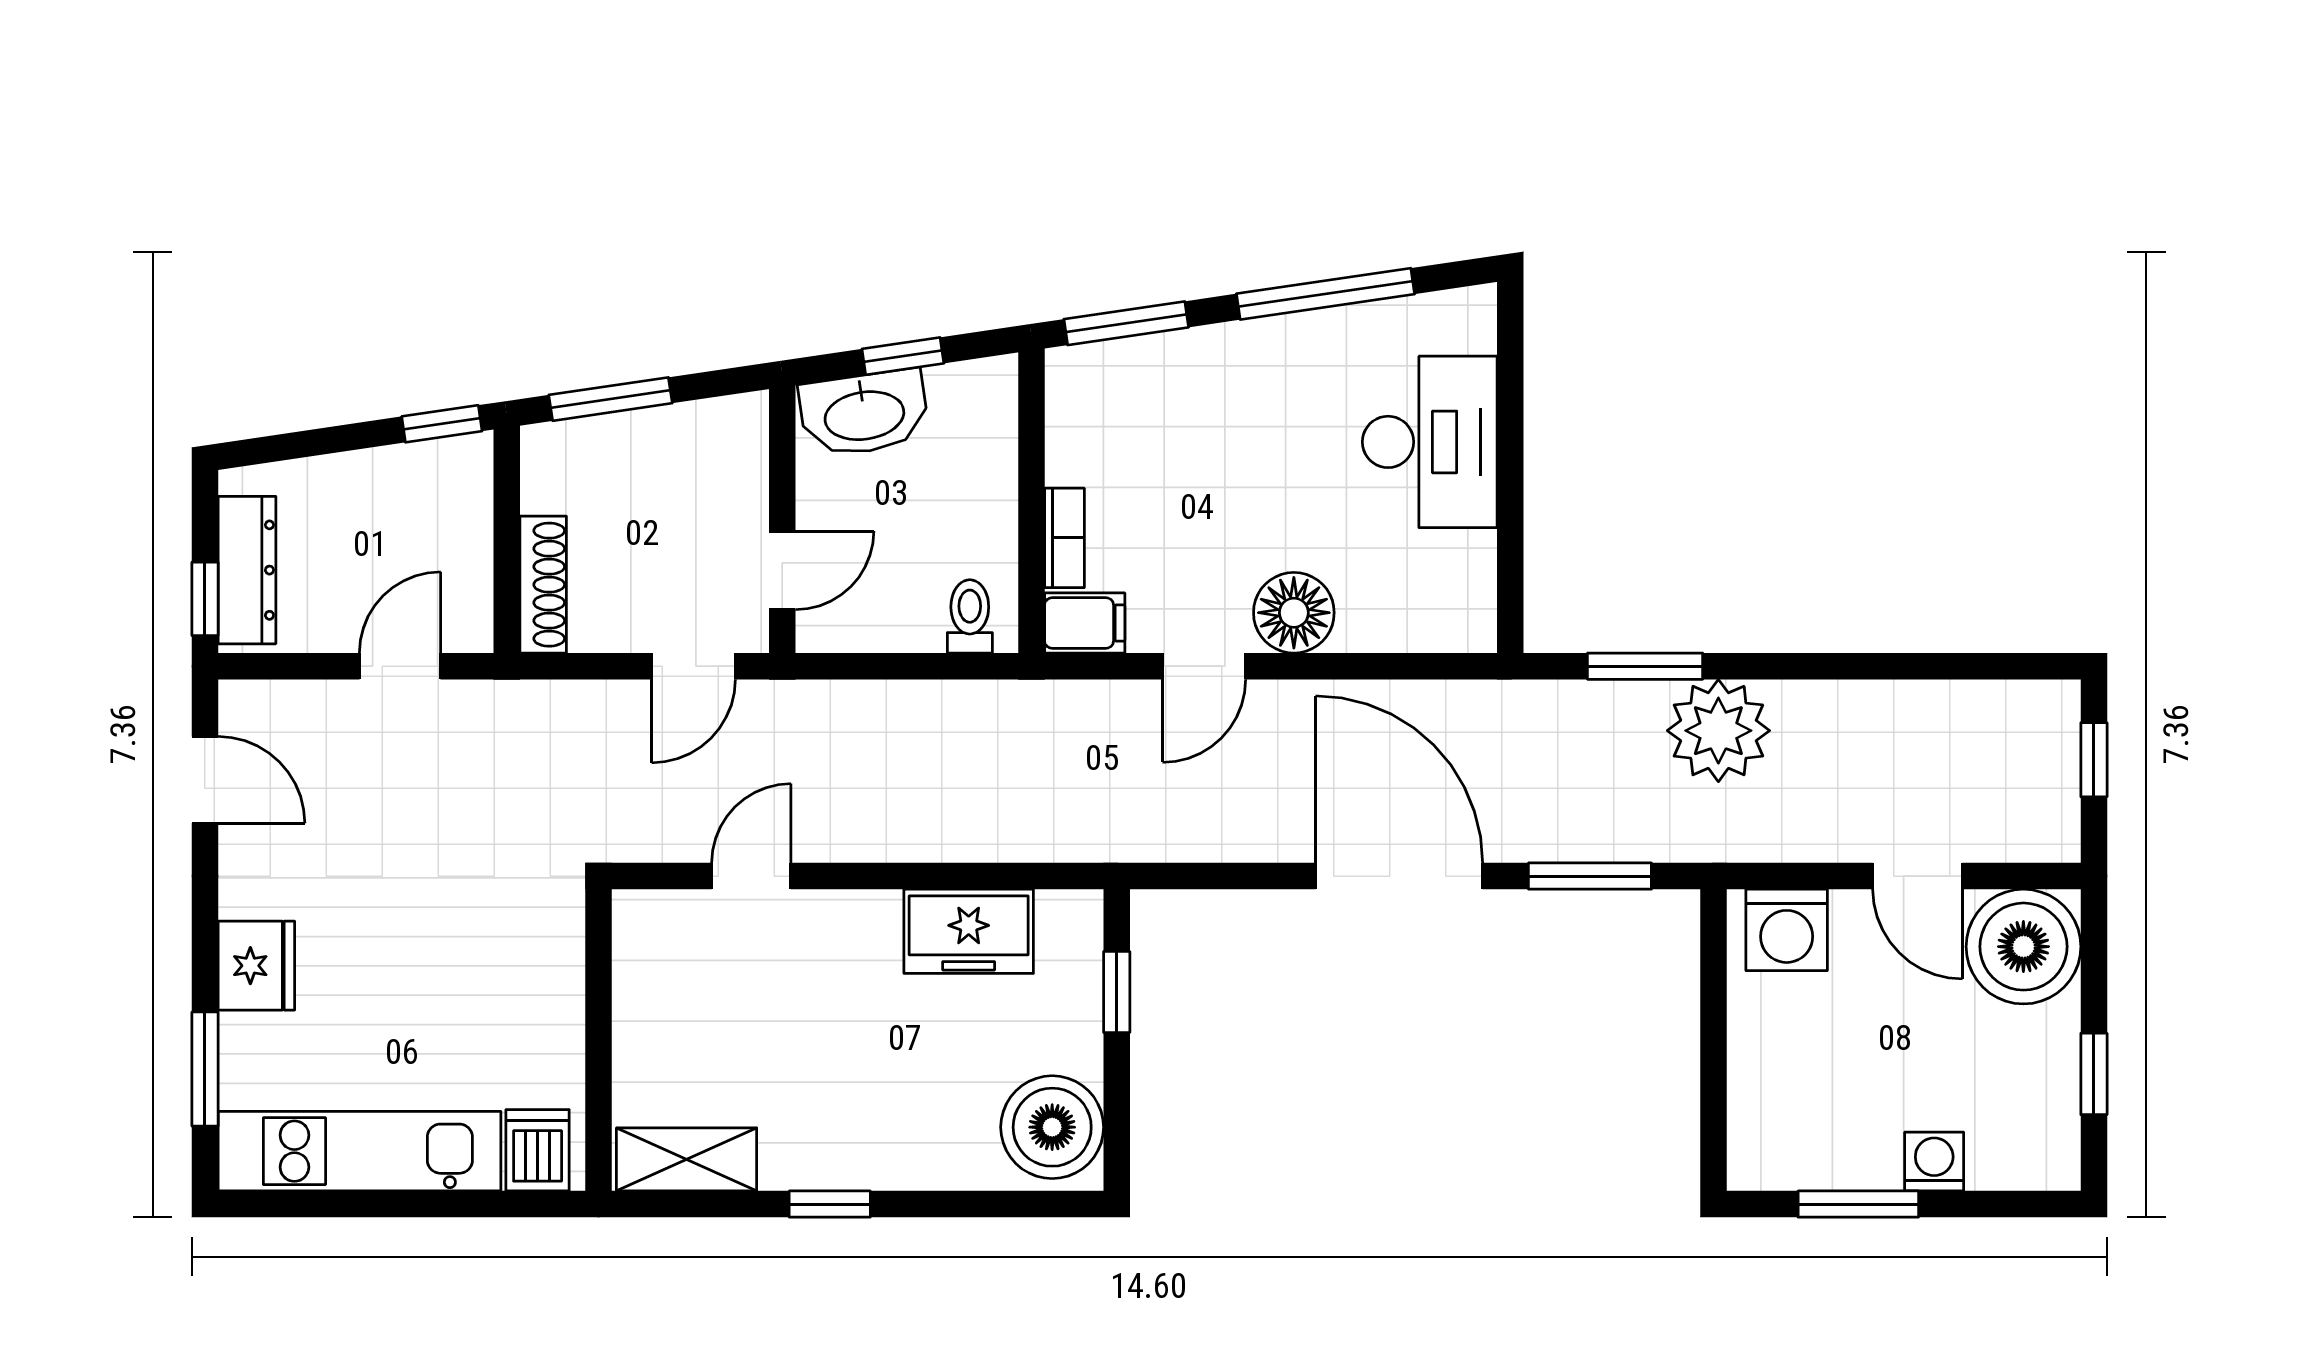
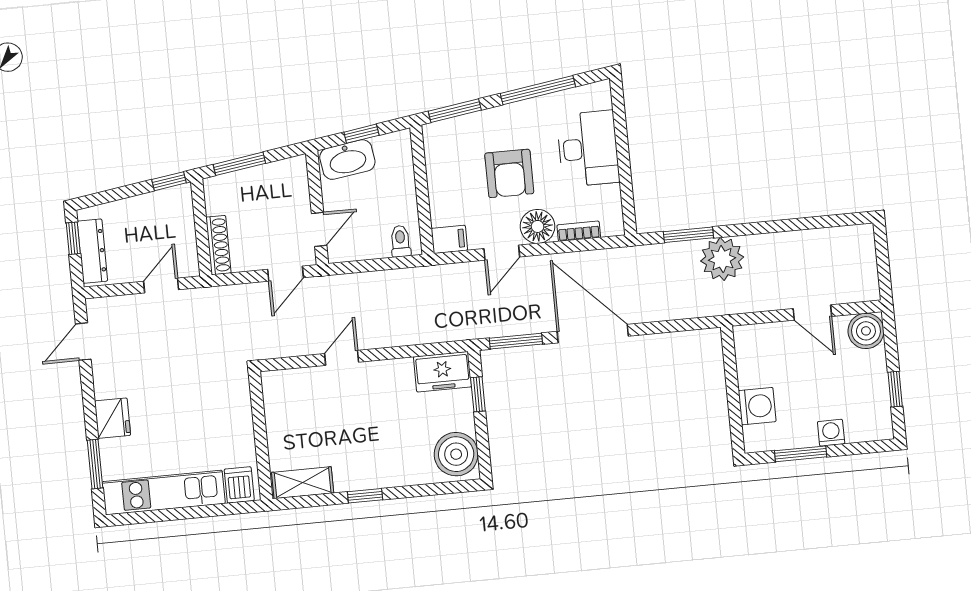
armchair: (1240, 482) -> (509, 173), added
bookcase: (1064, 538) -> (579, 231), moved, turned -90
window: (205, 599) -> (73, 238), moved
window: (2094, 760) -> (882, 256), removed
door: (205, 780) -> (83, 342), swing flipped
door: (751, 876) -> (342, 358), moved
window: (1590, 876) -> (516, 341), moved
washing machine: (1787, 930) -> (757, 406), moved, turned -90
freezer: (969, 931) -> (442, 372), moved
boiler: (2023, 947) -> (866, 331), width x0.73, depth x0.73

